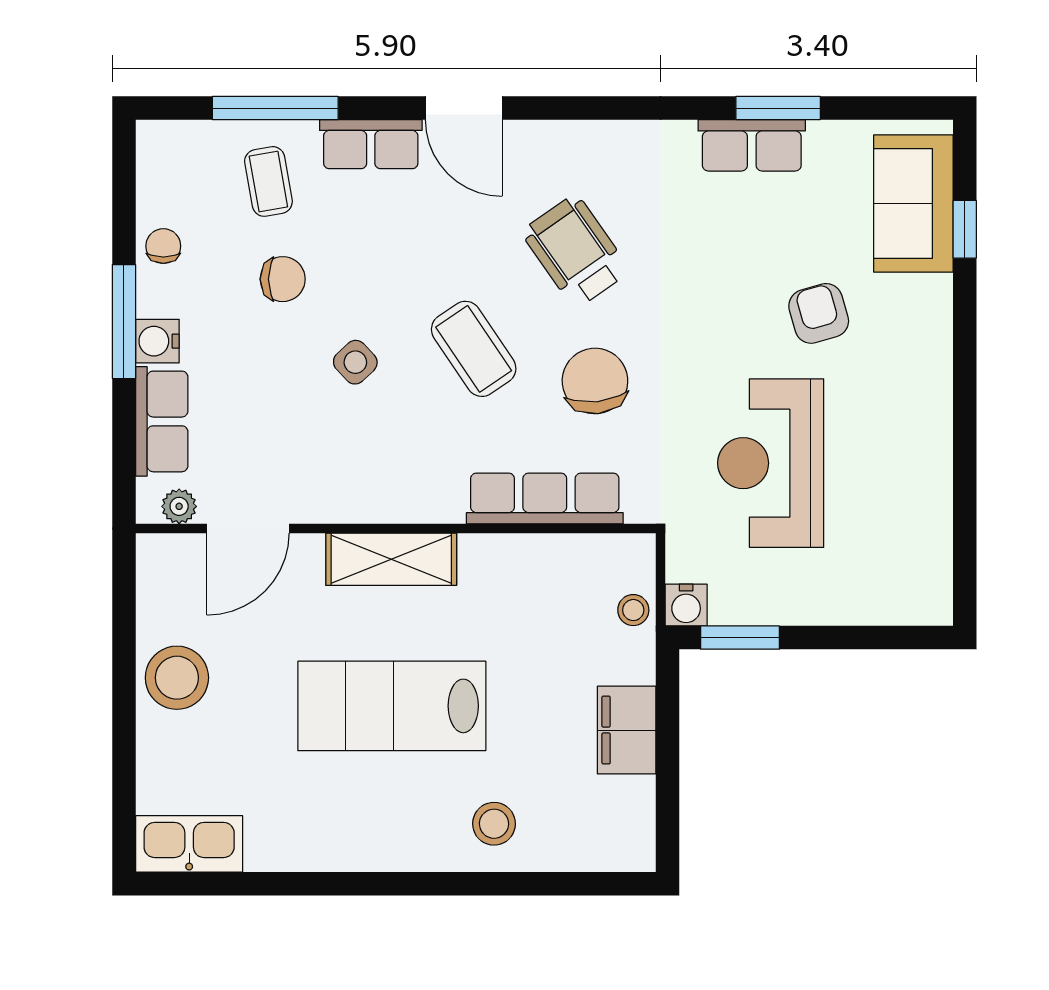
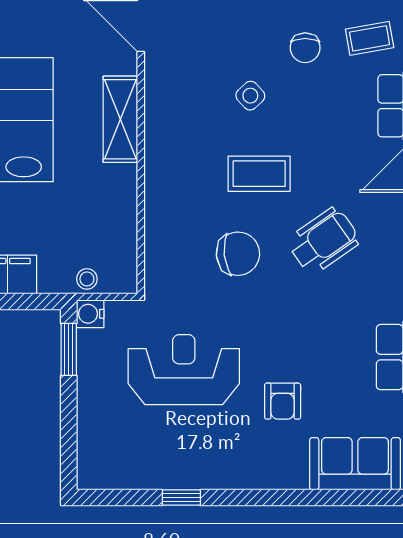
window: (965, 229) -> (181, 498), moved
armchair: (819, 313) -> (283, 401), turned 106
coffee table: (474, 349) -> (259, 174), turned 34
row of seats: (545, 498) -> (160, 221), removed

